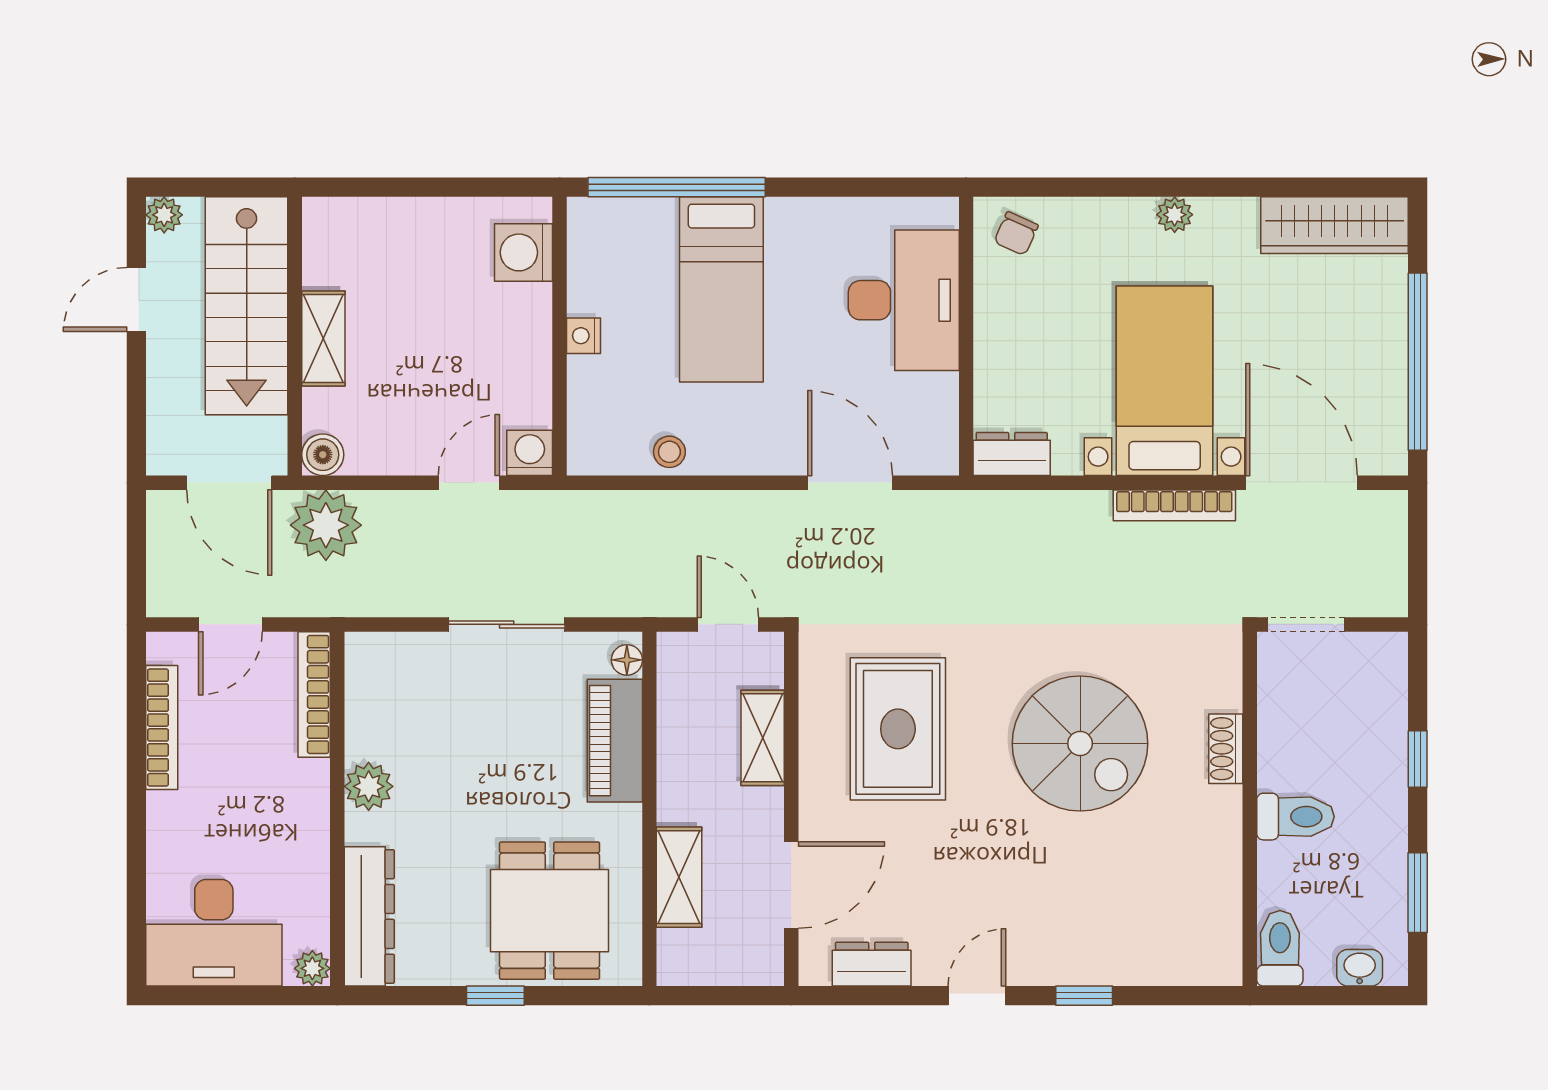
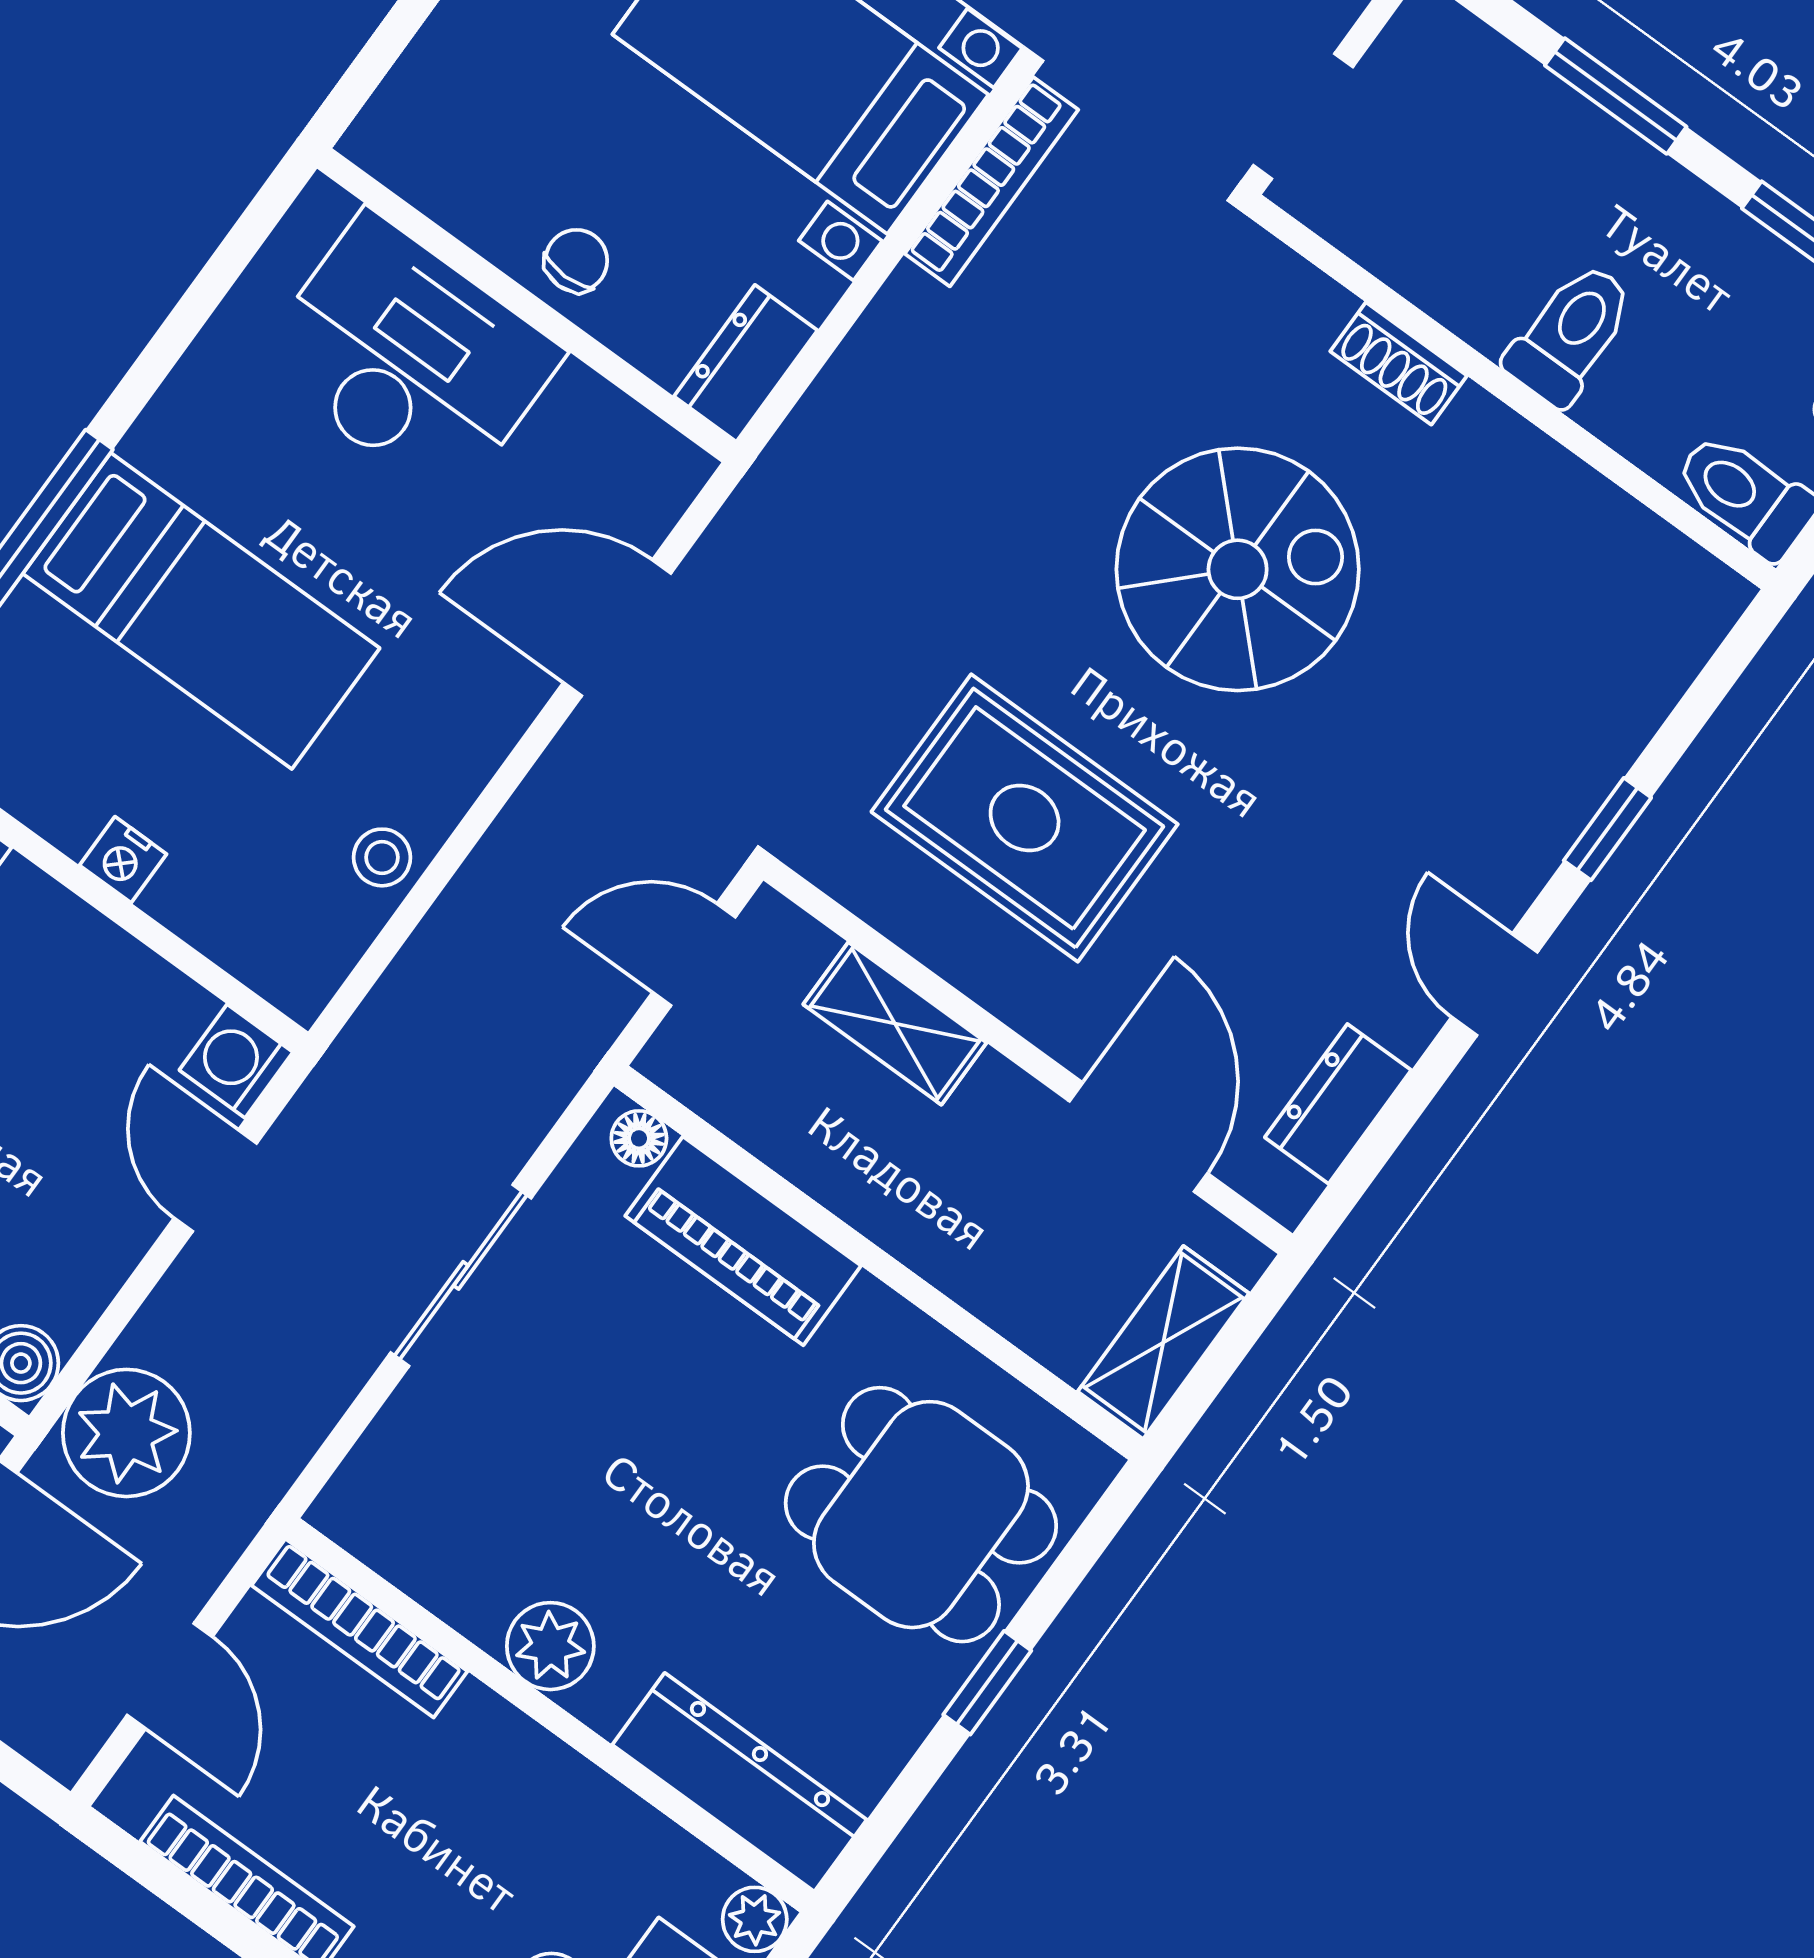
chair: (1016, 234) -> (576, 261), moved, turned -114
window: (1418, 759) -> (1616, 96), width x1.50
shelving: (679, 877) -> (1163, 1343), moved, turned 90

